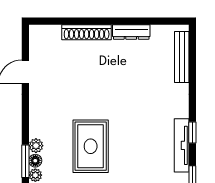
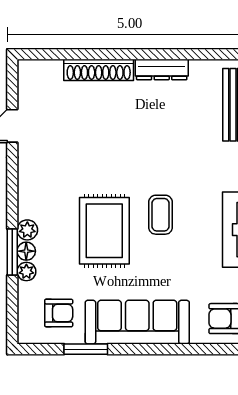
coffee table: (130, 135) -> (161, 215), added

